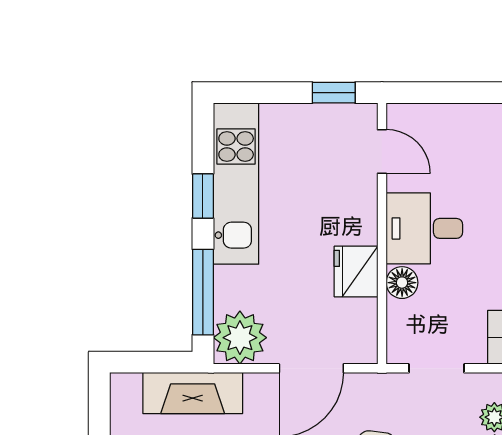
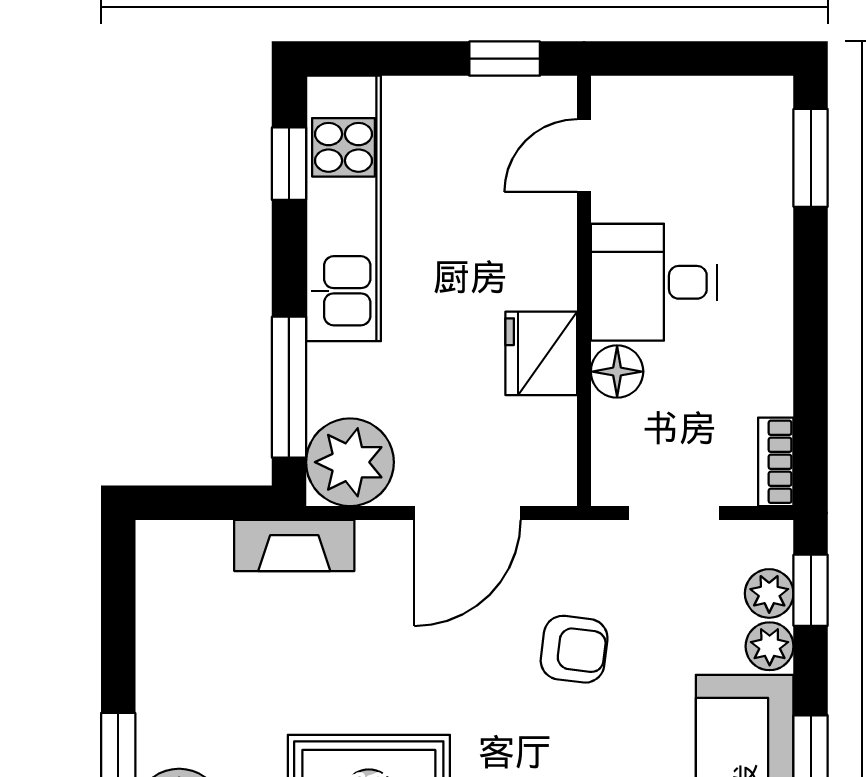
door: (382, 152) -> (584, 156), swing flipped
window: (203, 196) -> (289, 164), moved
fireplace: (193, 393) -> (294, 545), width x0.73, depth x0.76

